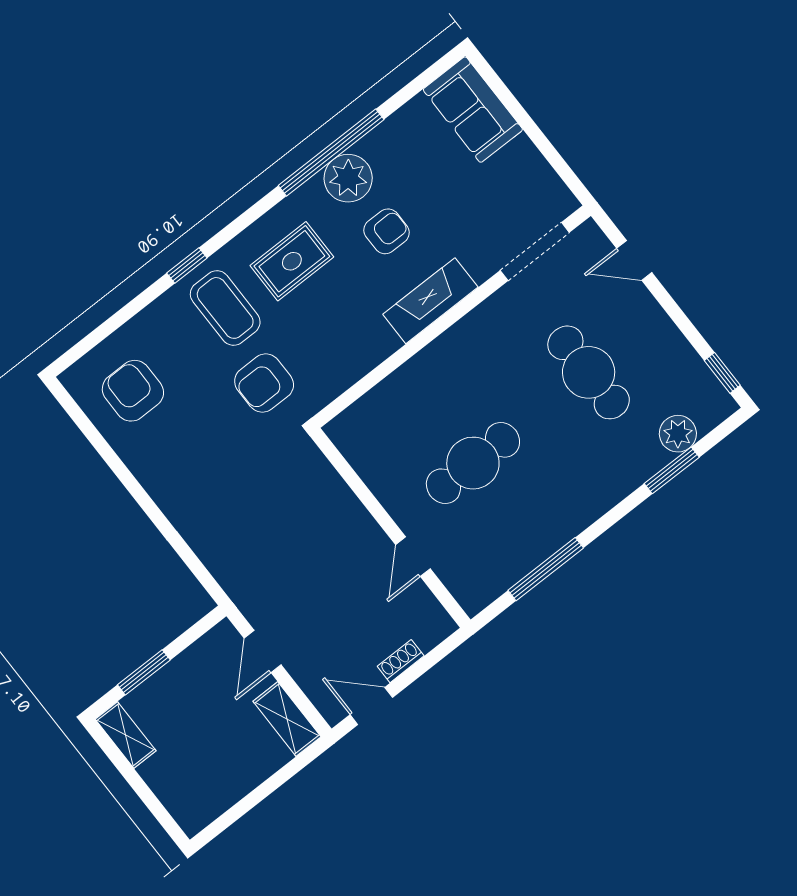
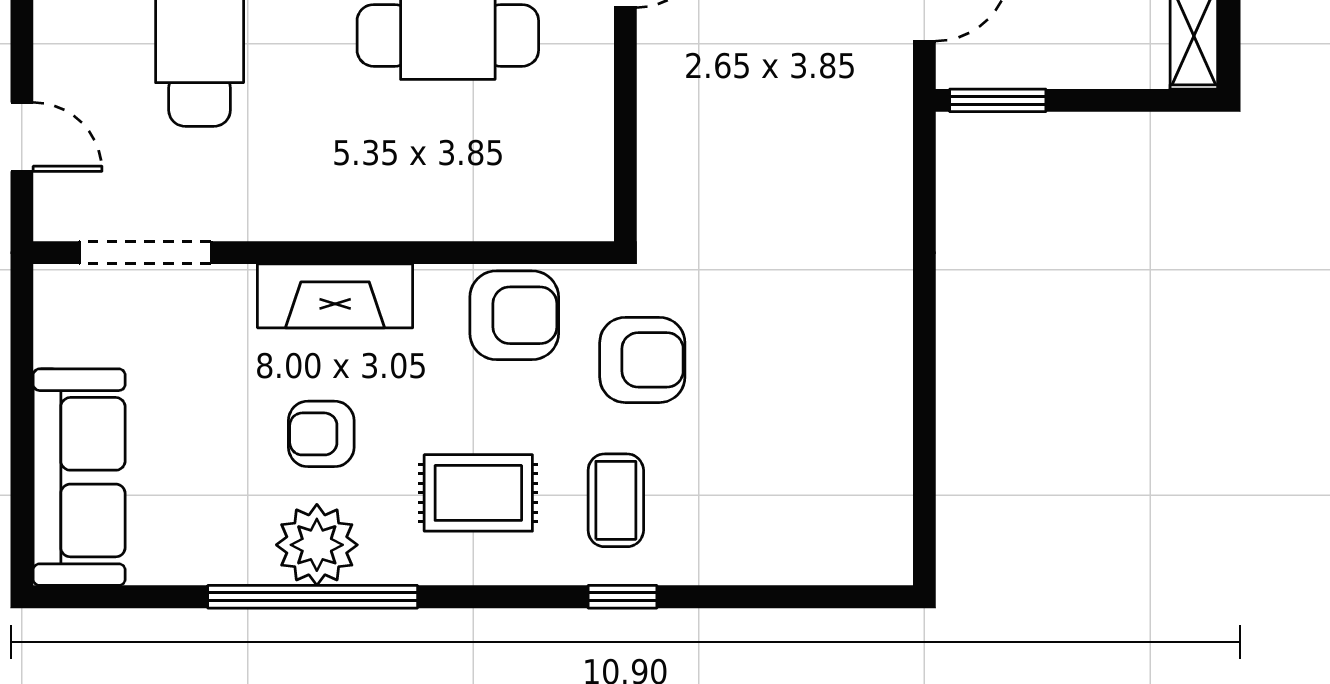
sofa: (473, 110) -> (79, 477), width x1.36
coffee table: (225, 308) -> (616, 500), width x0.73, depth x0.77
armchair: (133, 391) -> (514, 315), moved, turned -90
window: (144, 672) -> (998, 100), moved

